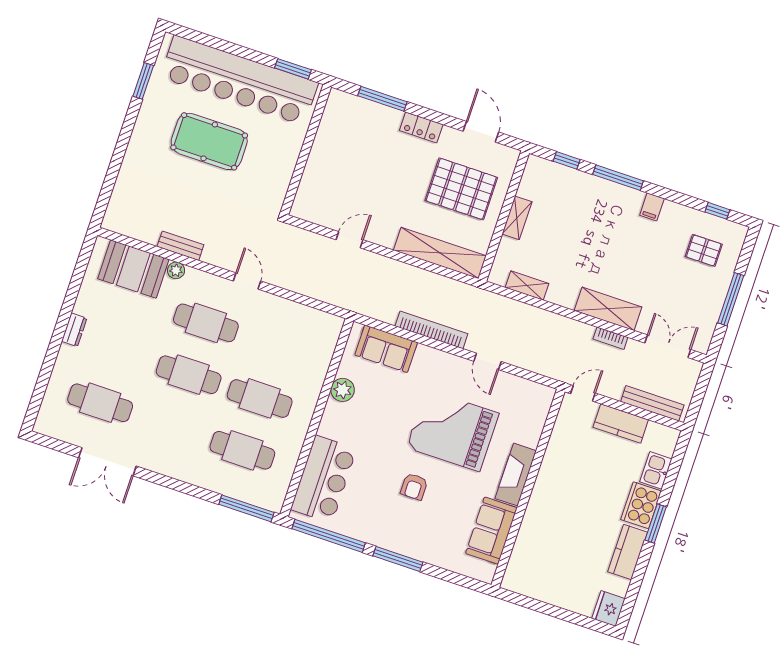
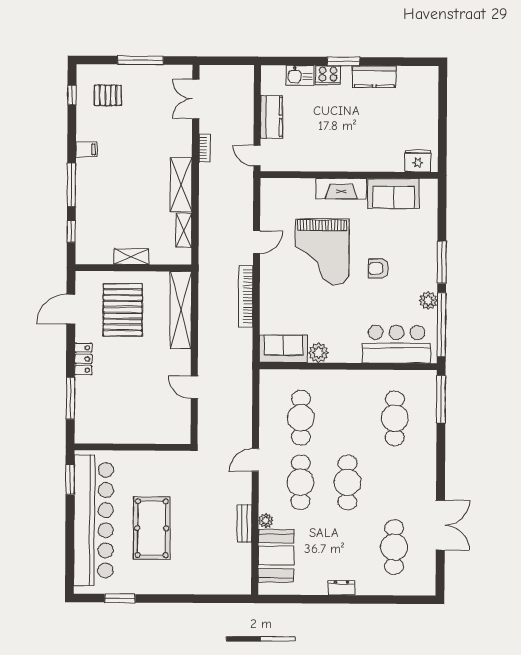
pallet: (704, 250) -> (108, 95), turned 90
shelving: (608, 309) -> (181, 185), moved
sofa: (386, 349) -> (283, 349), moved, turned -90
cafe table: (260, 398) -> (301, 418), moved
bench: (652, 403) -> (246, 96), removed
armchair: (414, 487) -> (378, 268), turned 180
cooker: (641, 505) -> (328, 75), width x0.73, depth x0.76
plant: (360, 530) -> (428, 301), added
fridge: (608, 609) -> (418, 161), moved, turned 180

